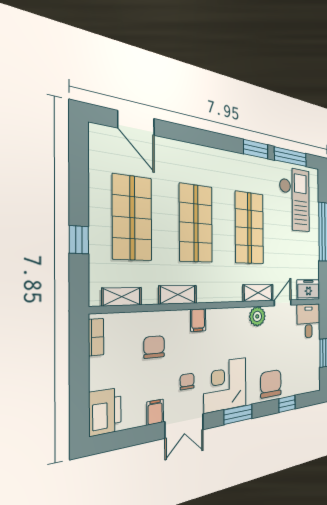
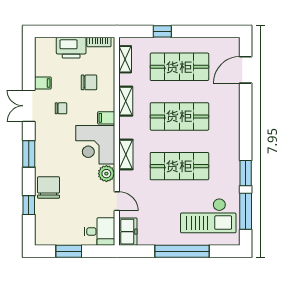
shelving: (258, 293) -> (126, 155), moved
chair: (271, 384) -> (49, 187), turned -90
corner desk: (225, 385) -> (95, 145), moved, turned 180
printer: (105, 412) -> (71, 48), moved

